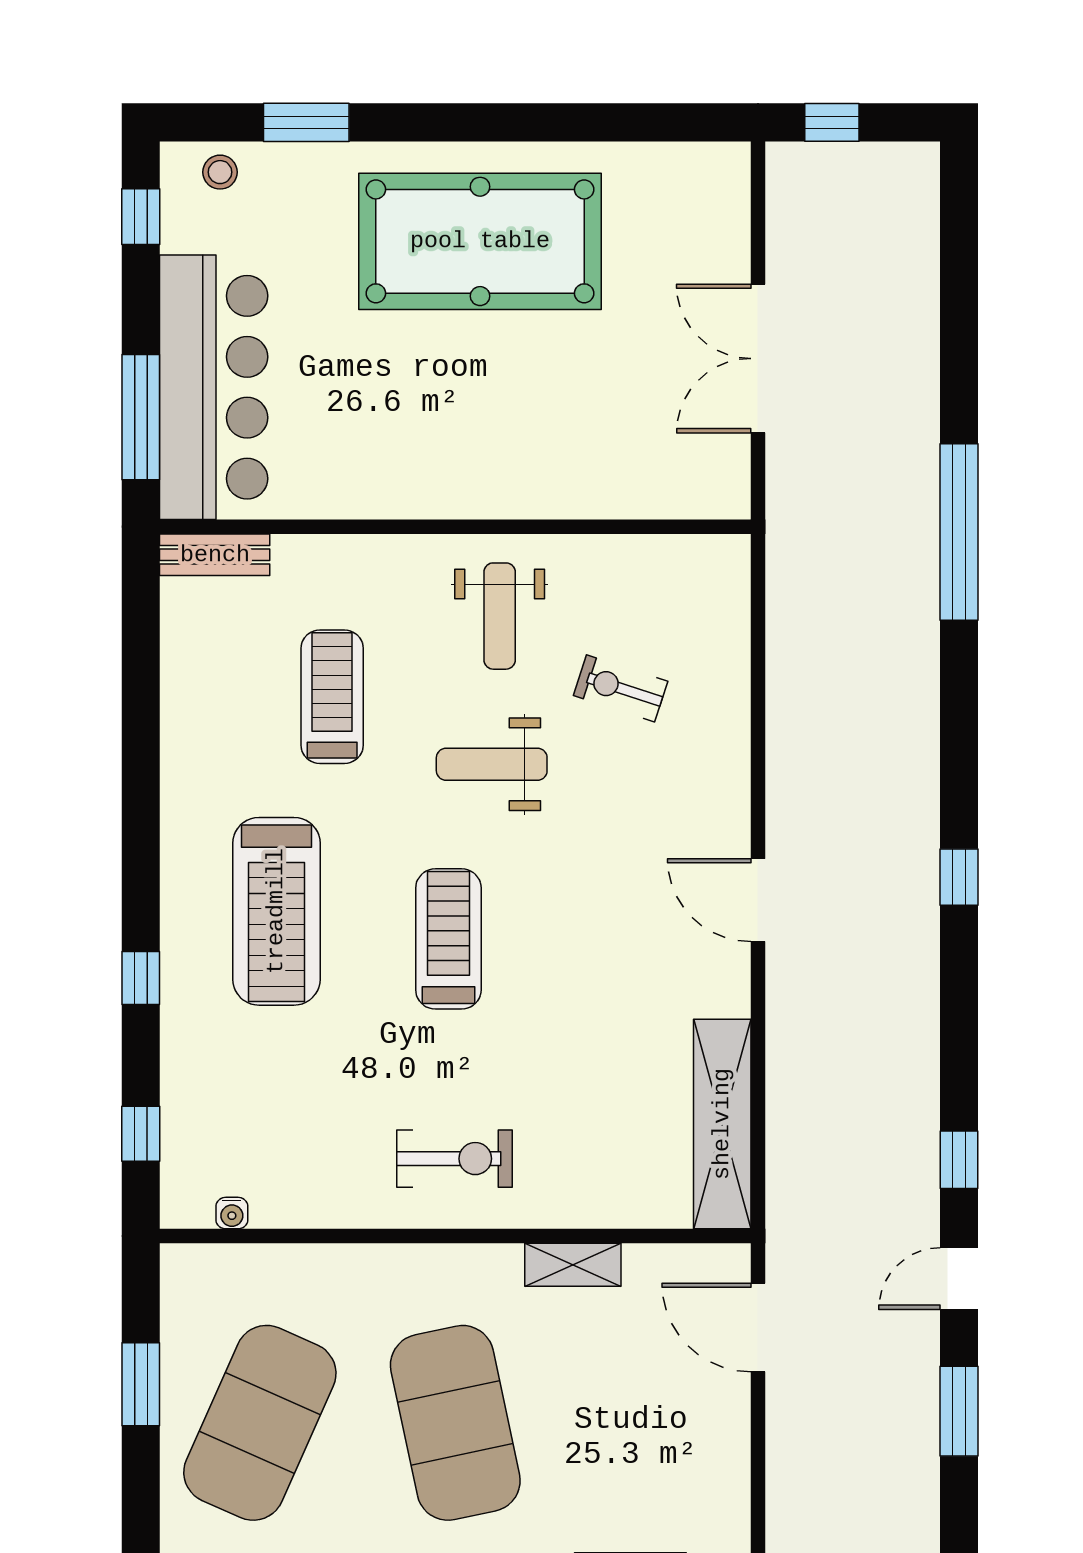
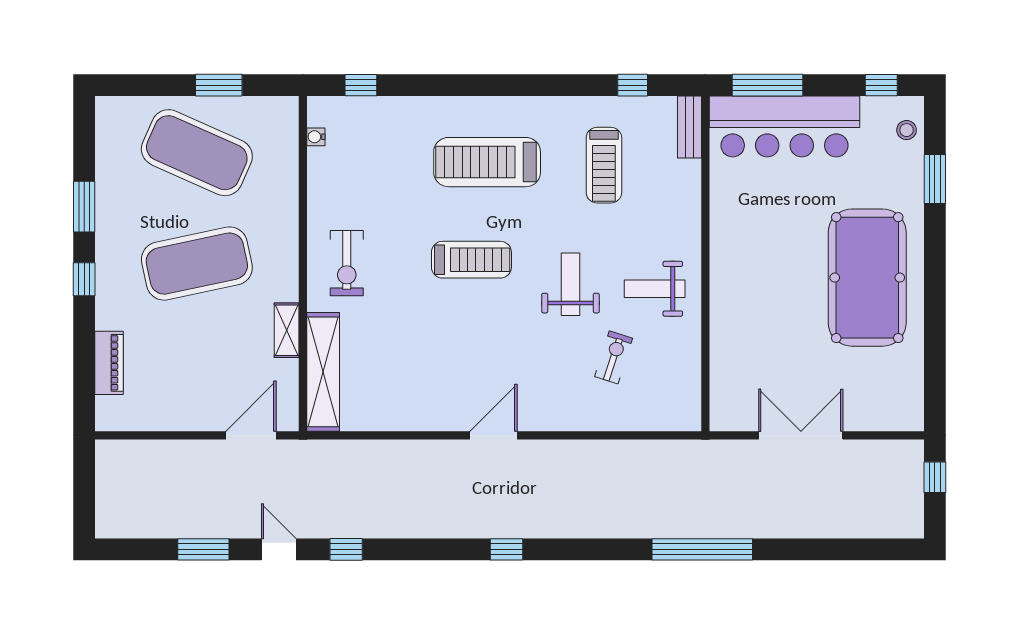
treadmill: (332, 697) -> (604, 165), moved, turned 90
window: (141, 978) -> (633, 85), moved
shelving: (722, 1124) -> (323, 372), moved, turned 90

